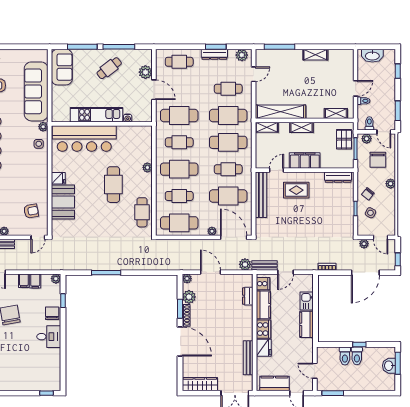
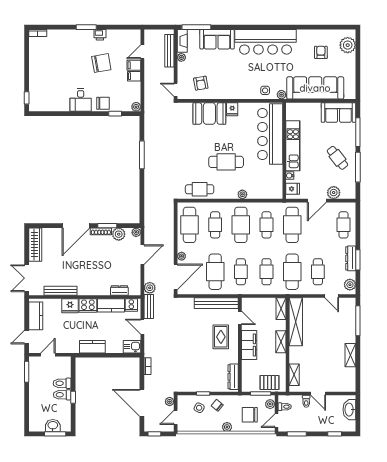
fridge: (142, 115) -> (293, 189), added
cafe table: (228, 142) -> (266, 272), width x0.73, depth x0.74
filing cabinet: (35, 281) -> (134, 65), moved
kitchen sink: (307, 301) -> (132, 347), moved

